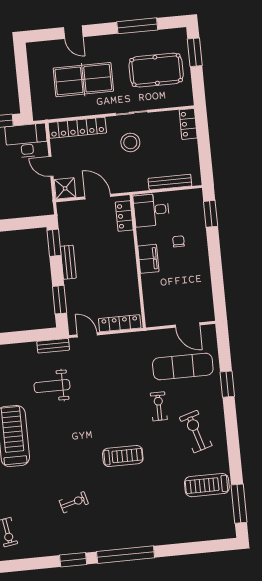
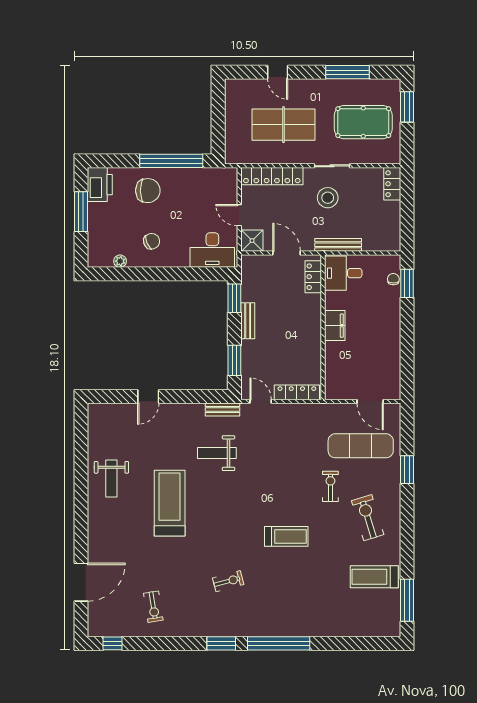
desk: (27, 141) -> (212, 250), moved, turned 180
bench: (170, 182) -> (338, 245), moved
chair: (178, 241) -> (393, 279), moved

